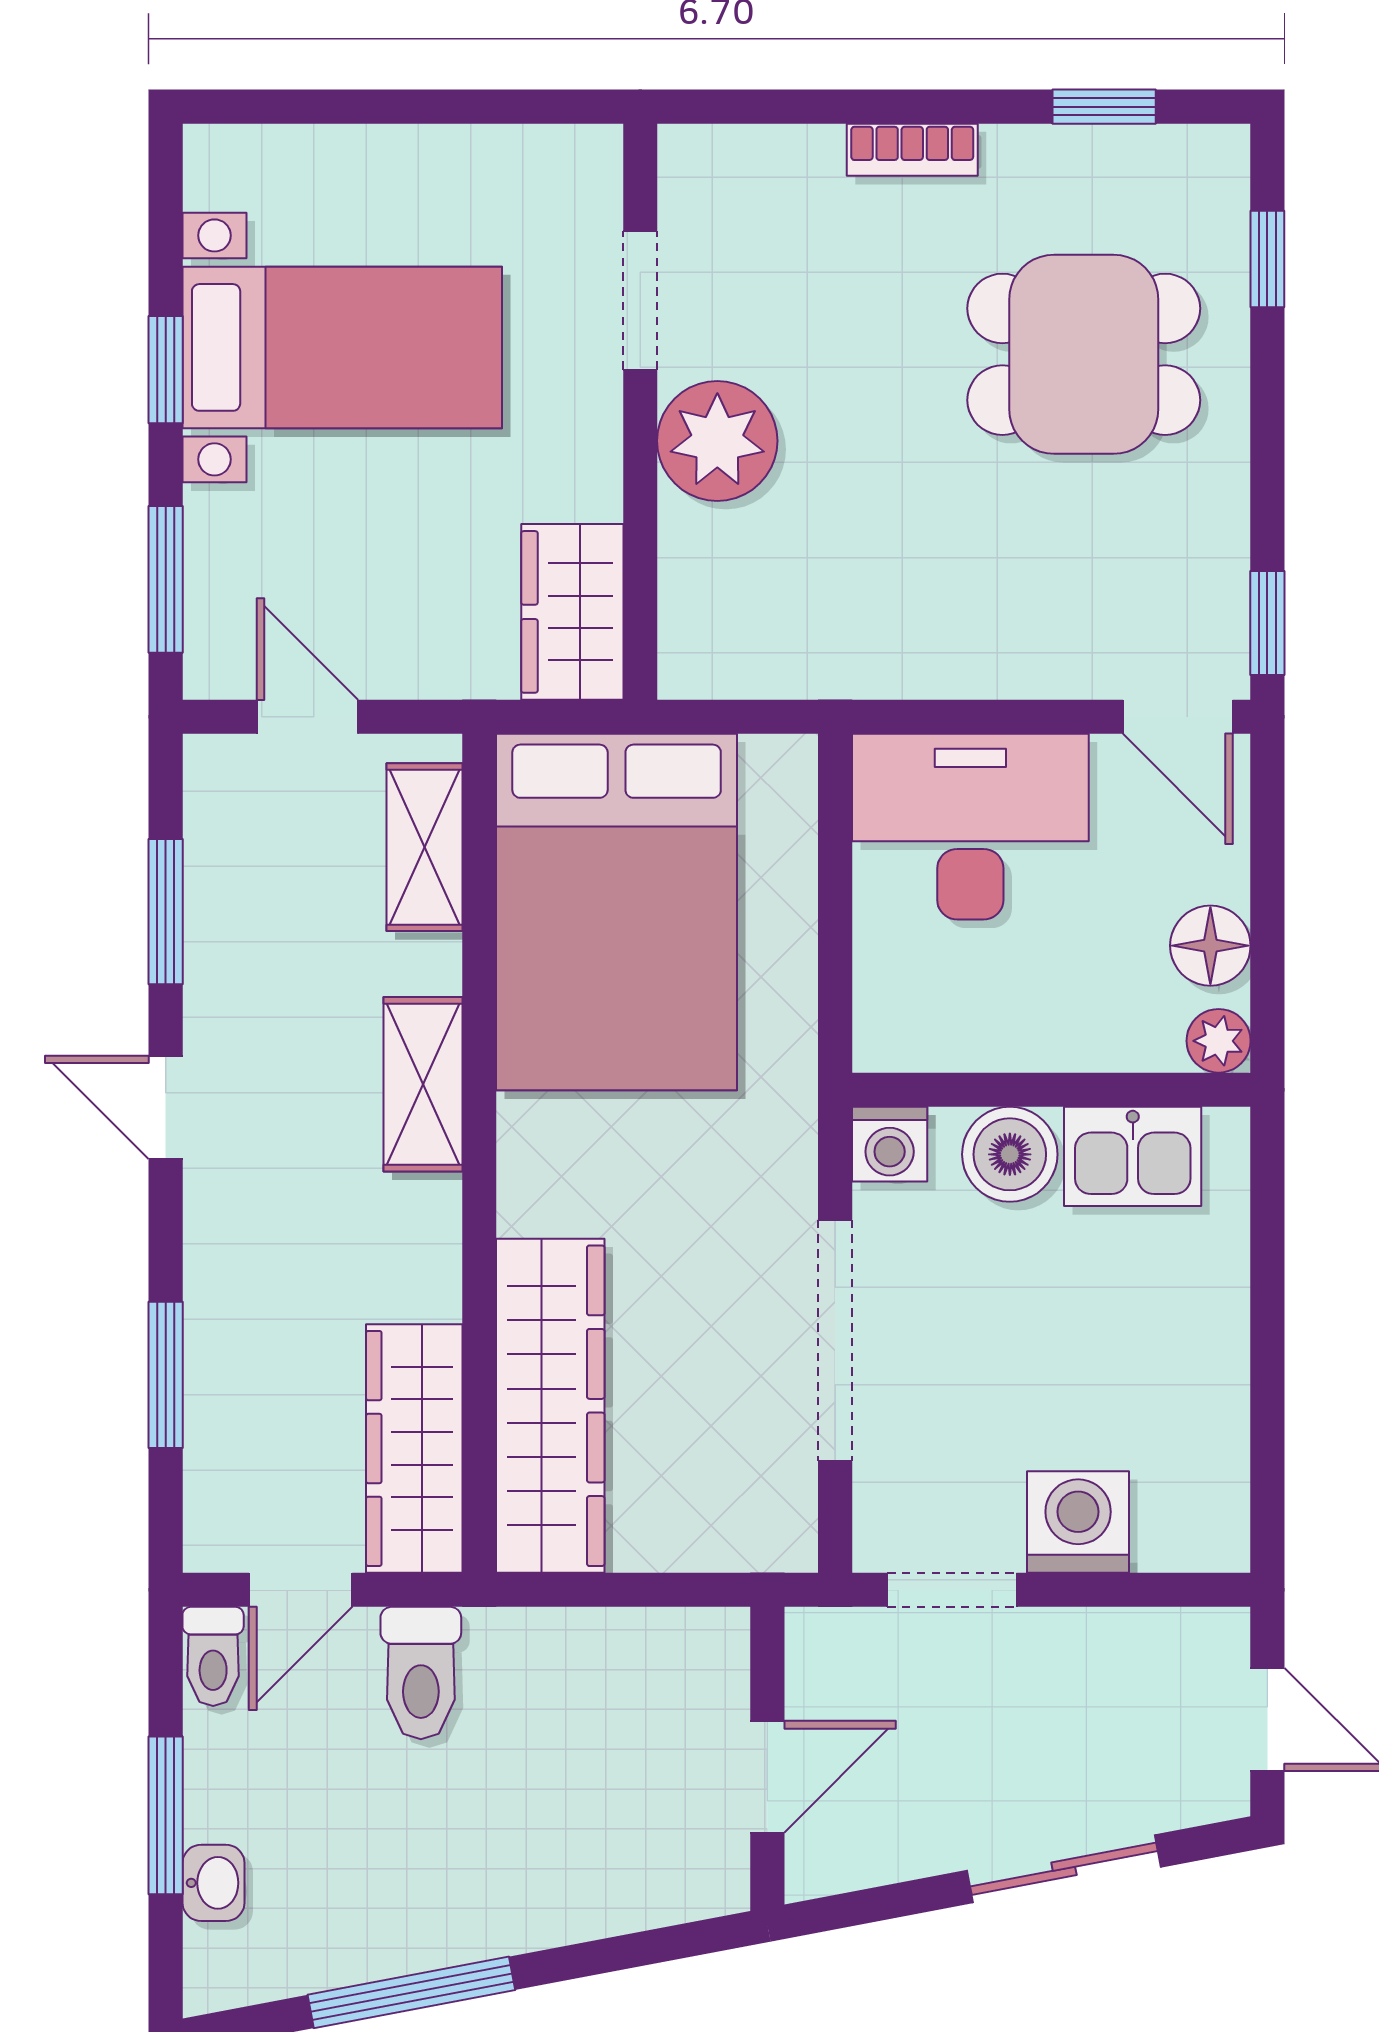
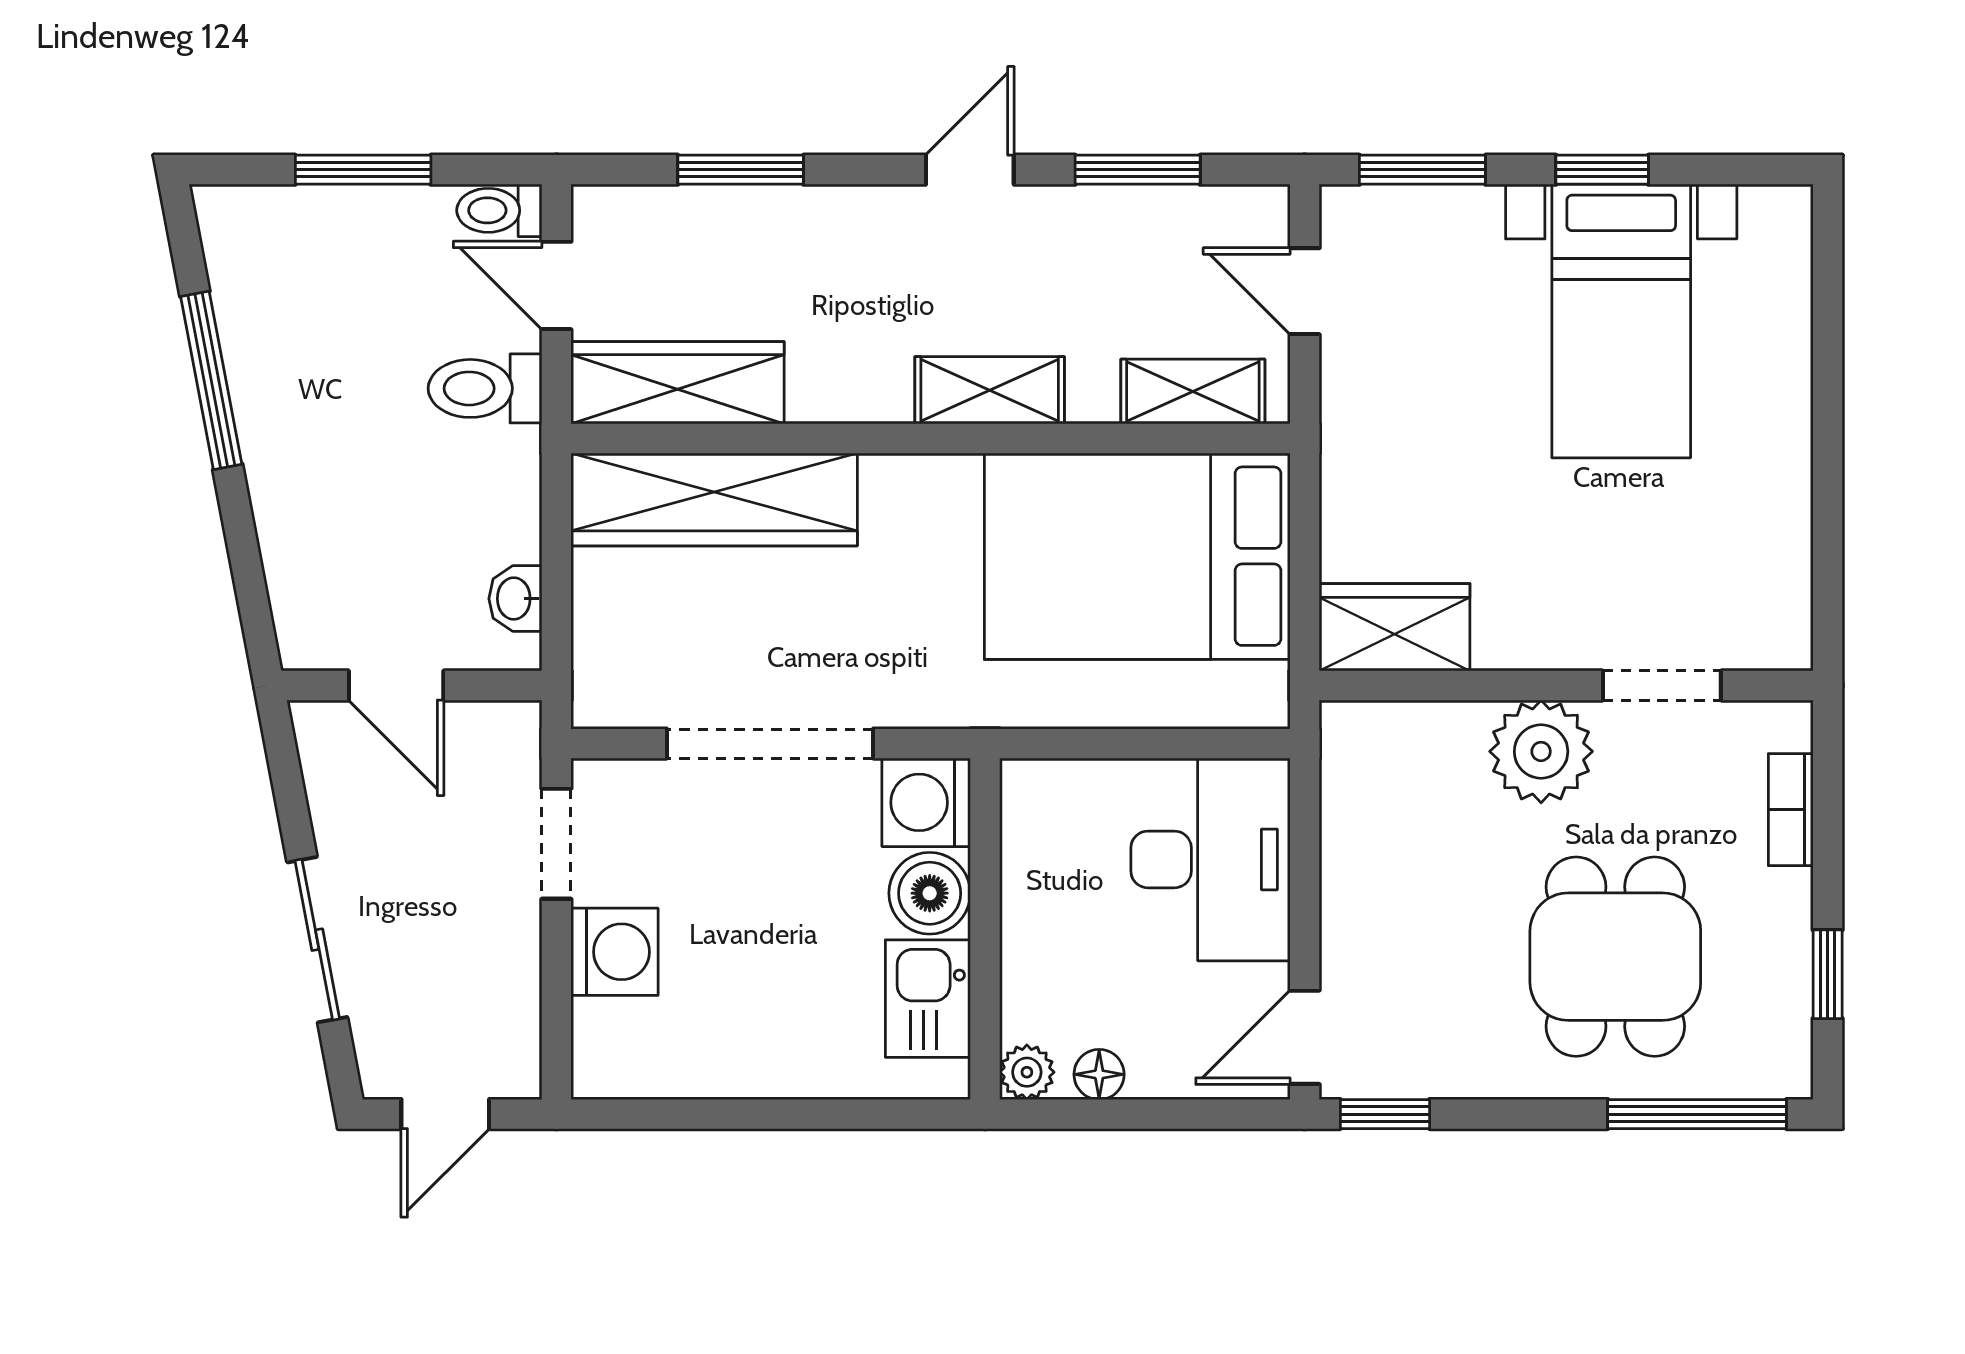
window: (1267, 259) -> (1697, 1114), width x2.17
doorway: (640, 300) -> (1662, 685), moved
wall: (640, 412) -> (1566, 685), moved
plant: (717, 441) -> (1541, 751), moved
wardrobe: (572, 612) -> (1395, 627), moved
door: (307, 717) -> (1305, 291), swing flipped
floor lamp: (1210, 946) -> (1099, 1074), width x0.73, depth x0.73
washing machine: (890, 1144) -> (926, 802), width x1.38, depth x1.38
washbasin: (213, 1883) -> (515, 599), moved, turned 90

